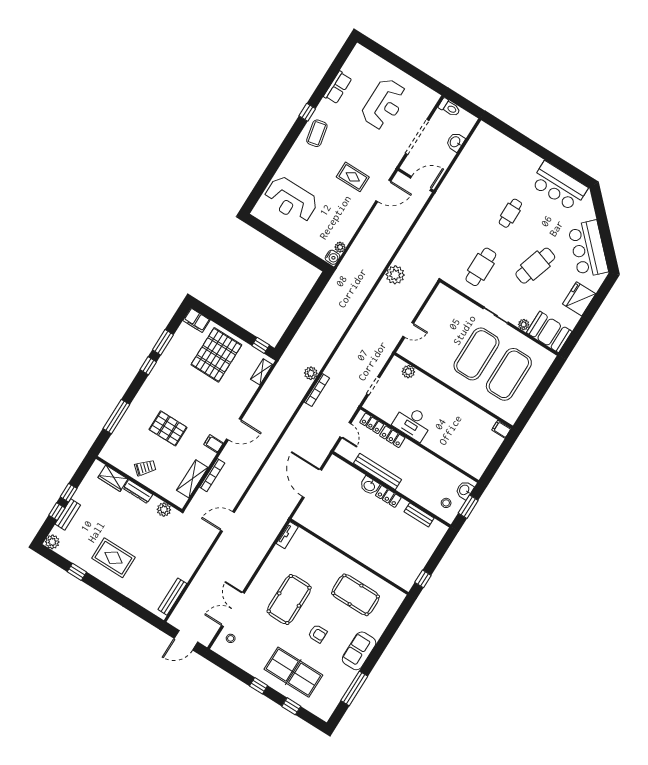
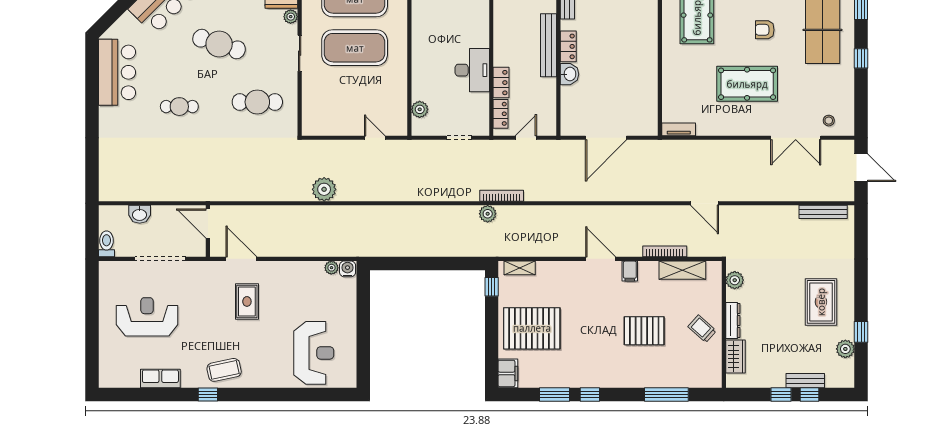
pallet: (168, 428) -> (644, 331), turned 90
bench: (378, 471) -> (549, 45), moved
plant: (52, 542) -> (845, 349), moved
armchair: (318, 634) -> (765, 30), turned -90

